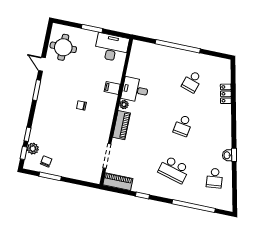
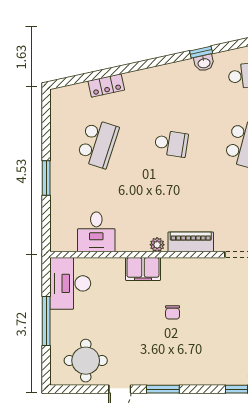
window: (92, 29) -> (46, 321), width x1.44
window: (178, 46) -> (46, 178), width x0.47
school desk: (192, 82) -> (98, 144), width x1.85
filing cabinet: (112, 88) -> (143, 269), width x2.00
desk: (135, 90) -> (96, 232), moved

